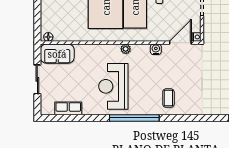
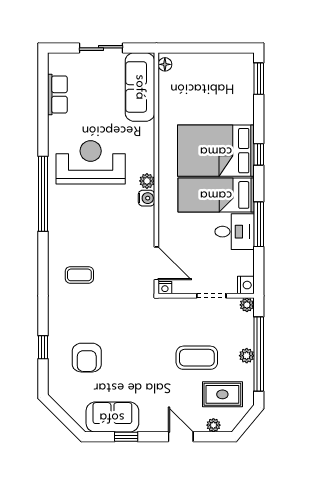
water cooler: (156, 49) -> (146, 198), moved
sofa: (57, 54) -> (140, 87), width x1.36
coffee table: (168, 98) -> (79, 275), moved

